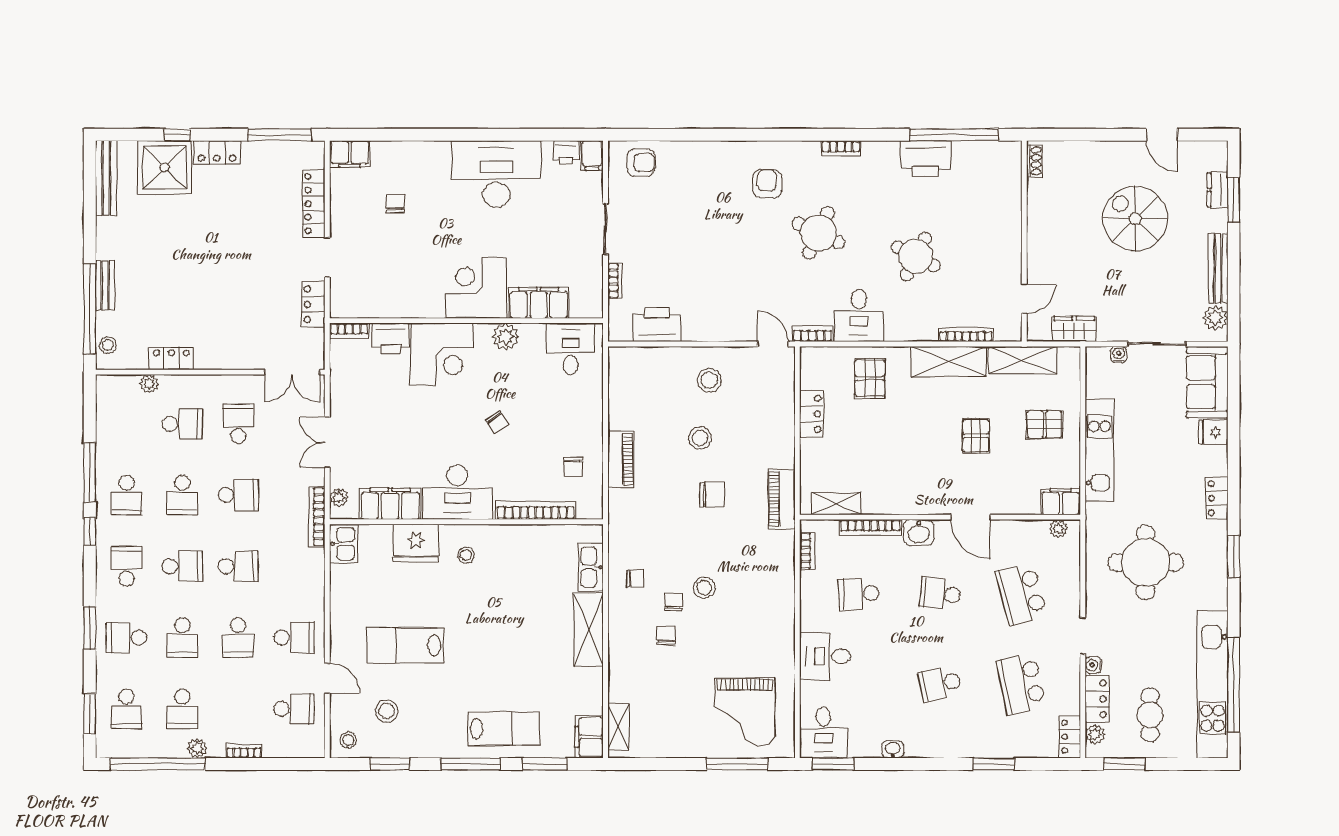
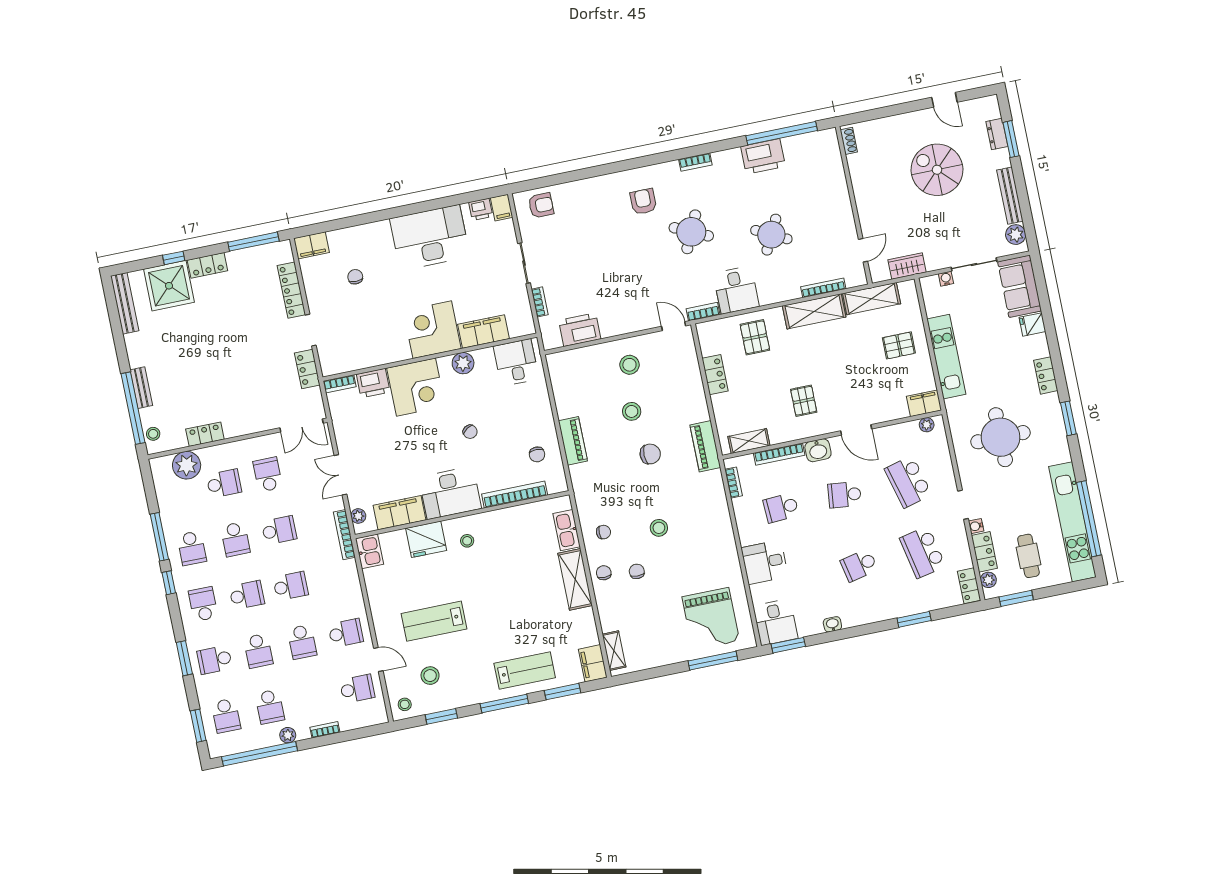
plant: (149, 384) -> (187, 465), width x1.87, depth x1.87
pallet: (976, 436) -> (804, 401), moved
chair: (674, 602) -> (604, 573), moved

